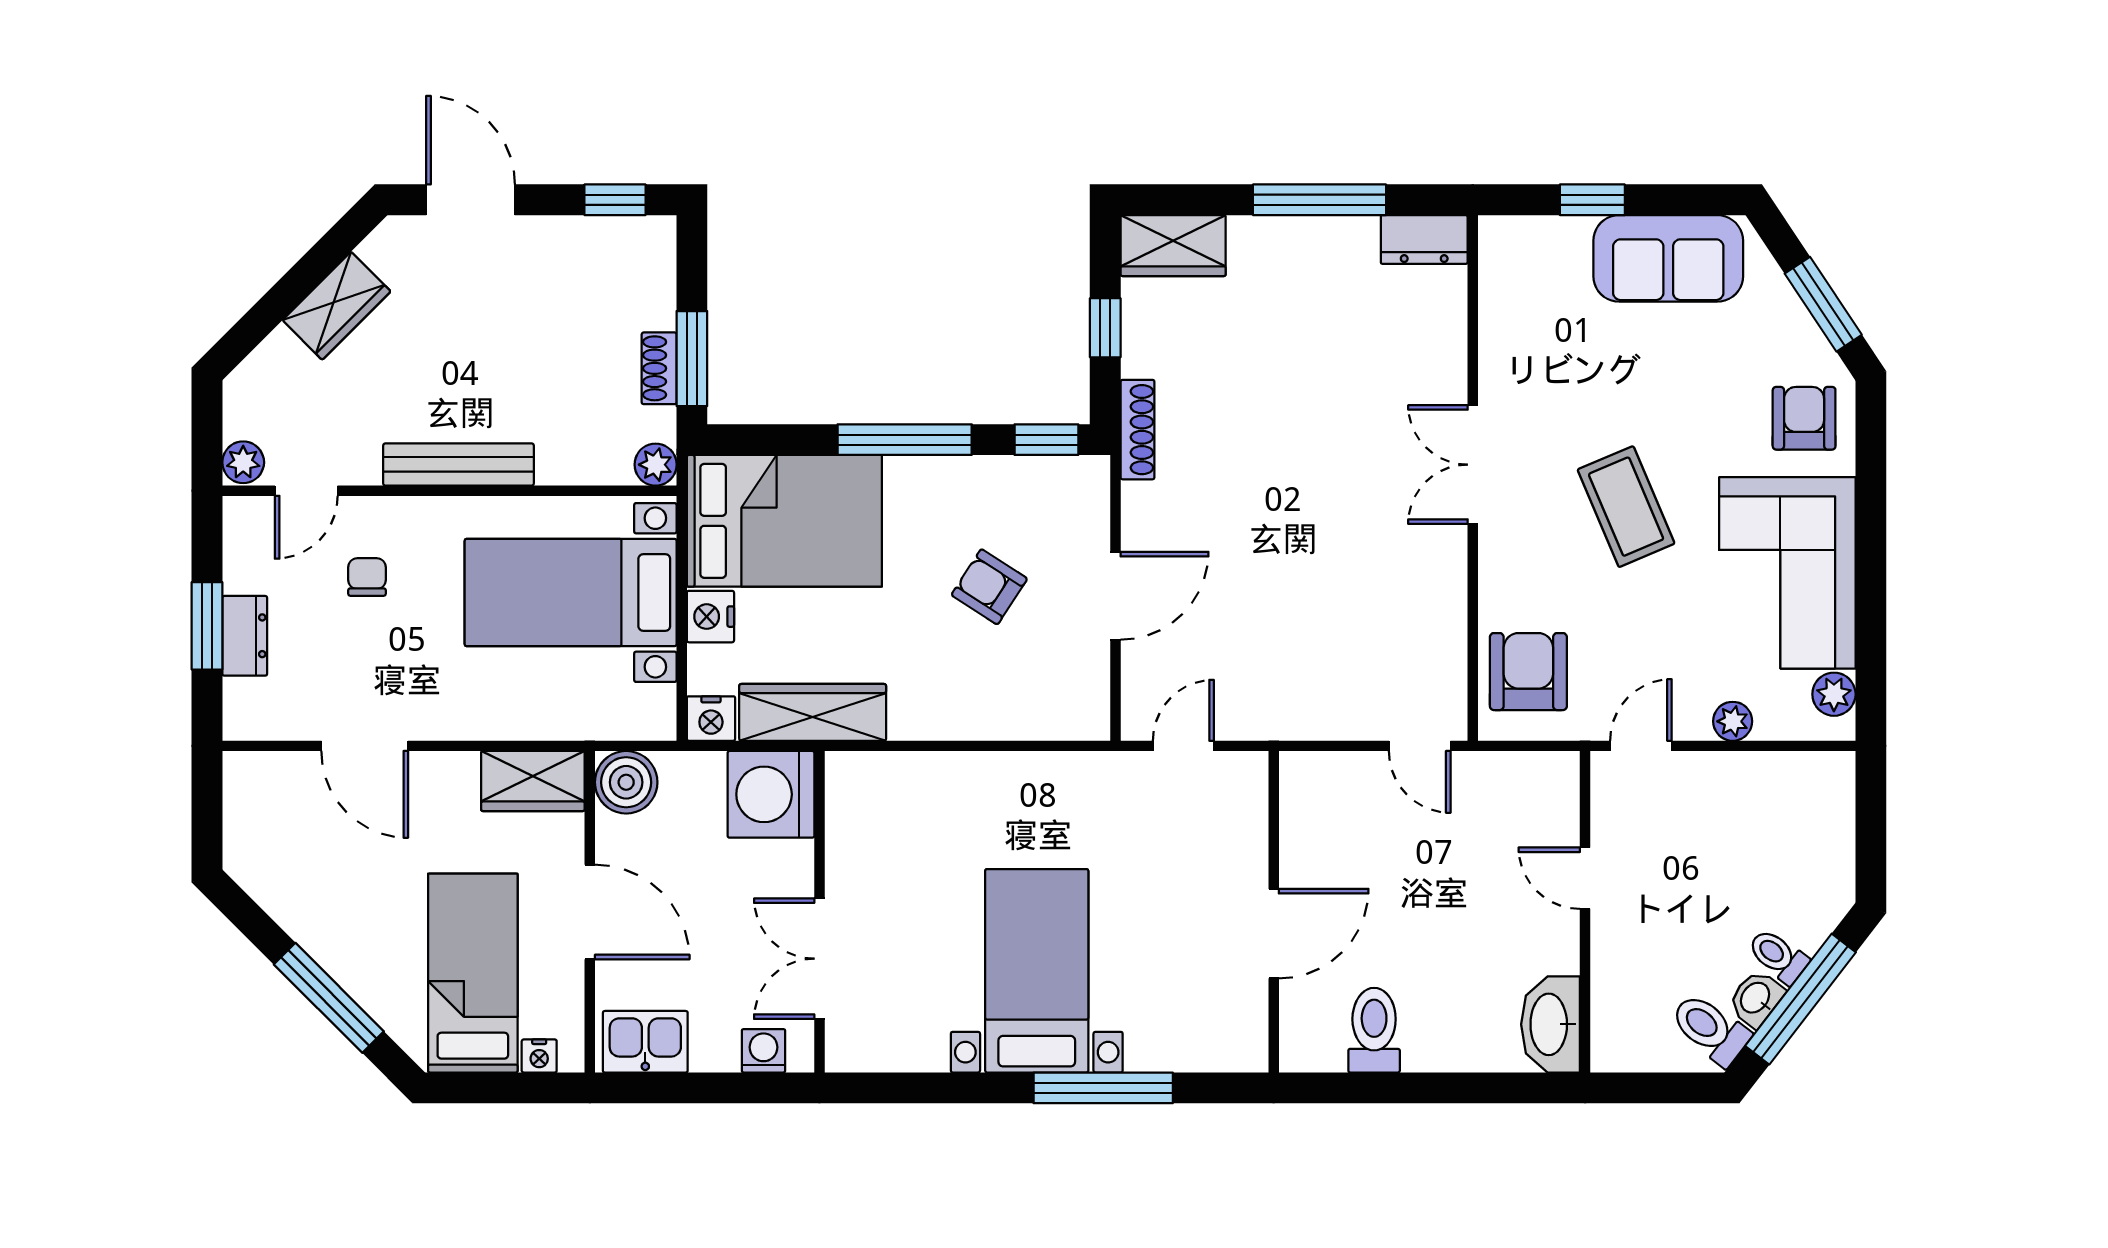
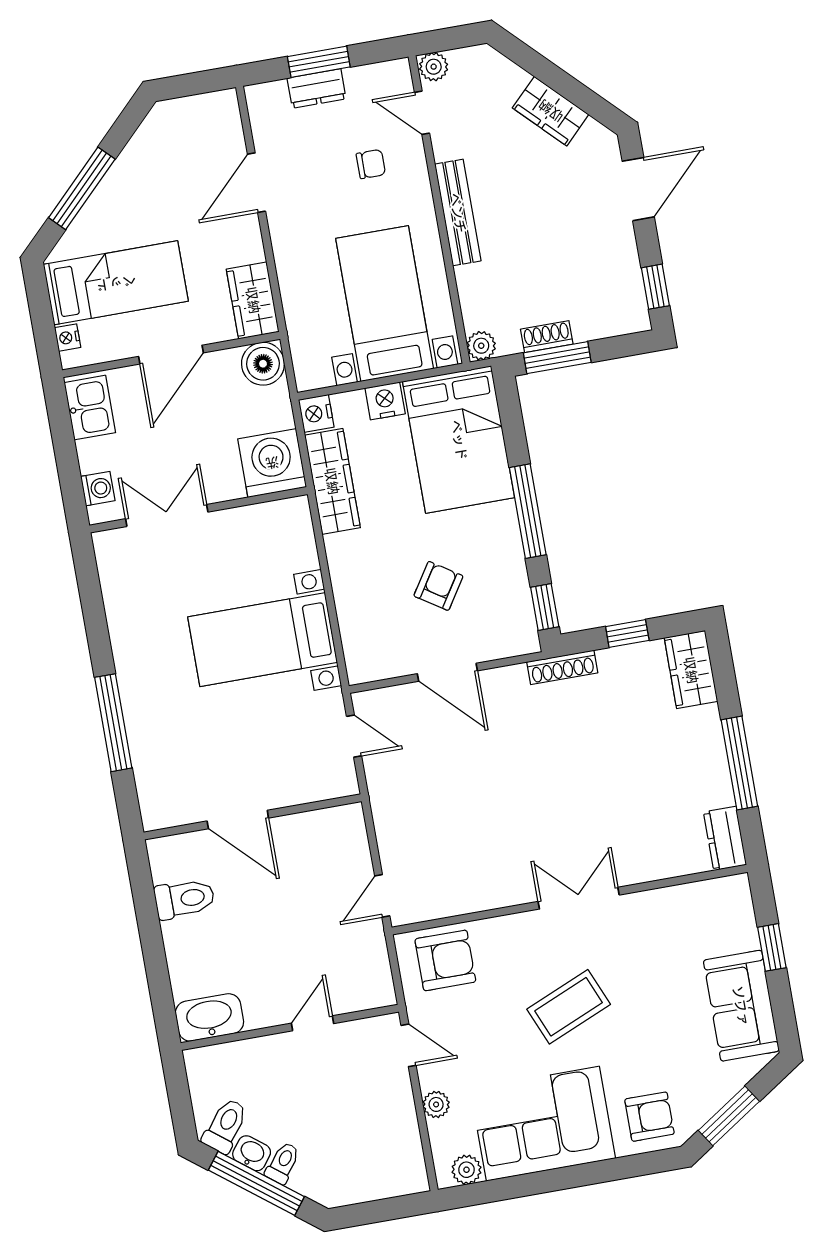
bed with nightstands: (1037, 971) -> (263, 640), moved, turned 180

